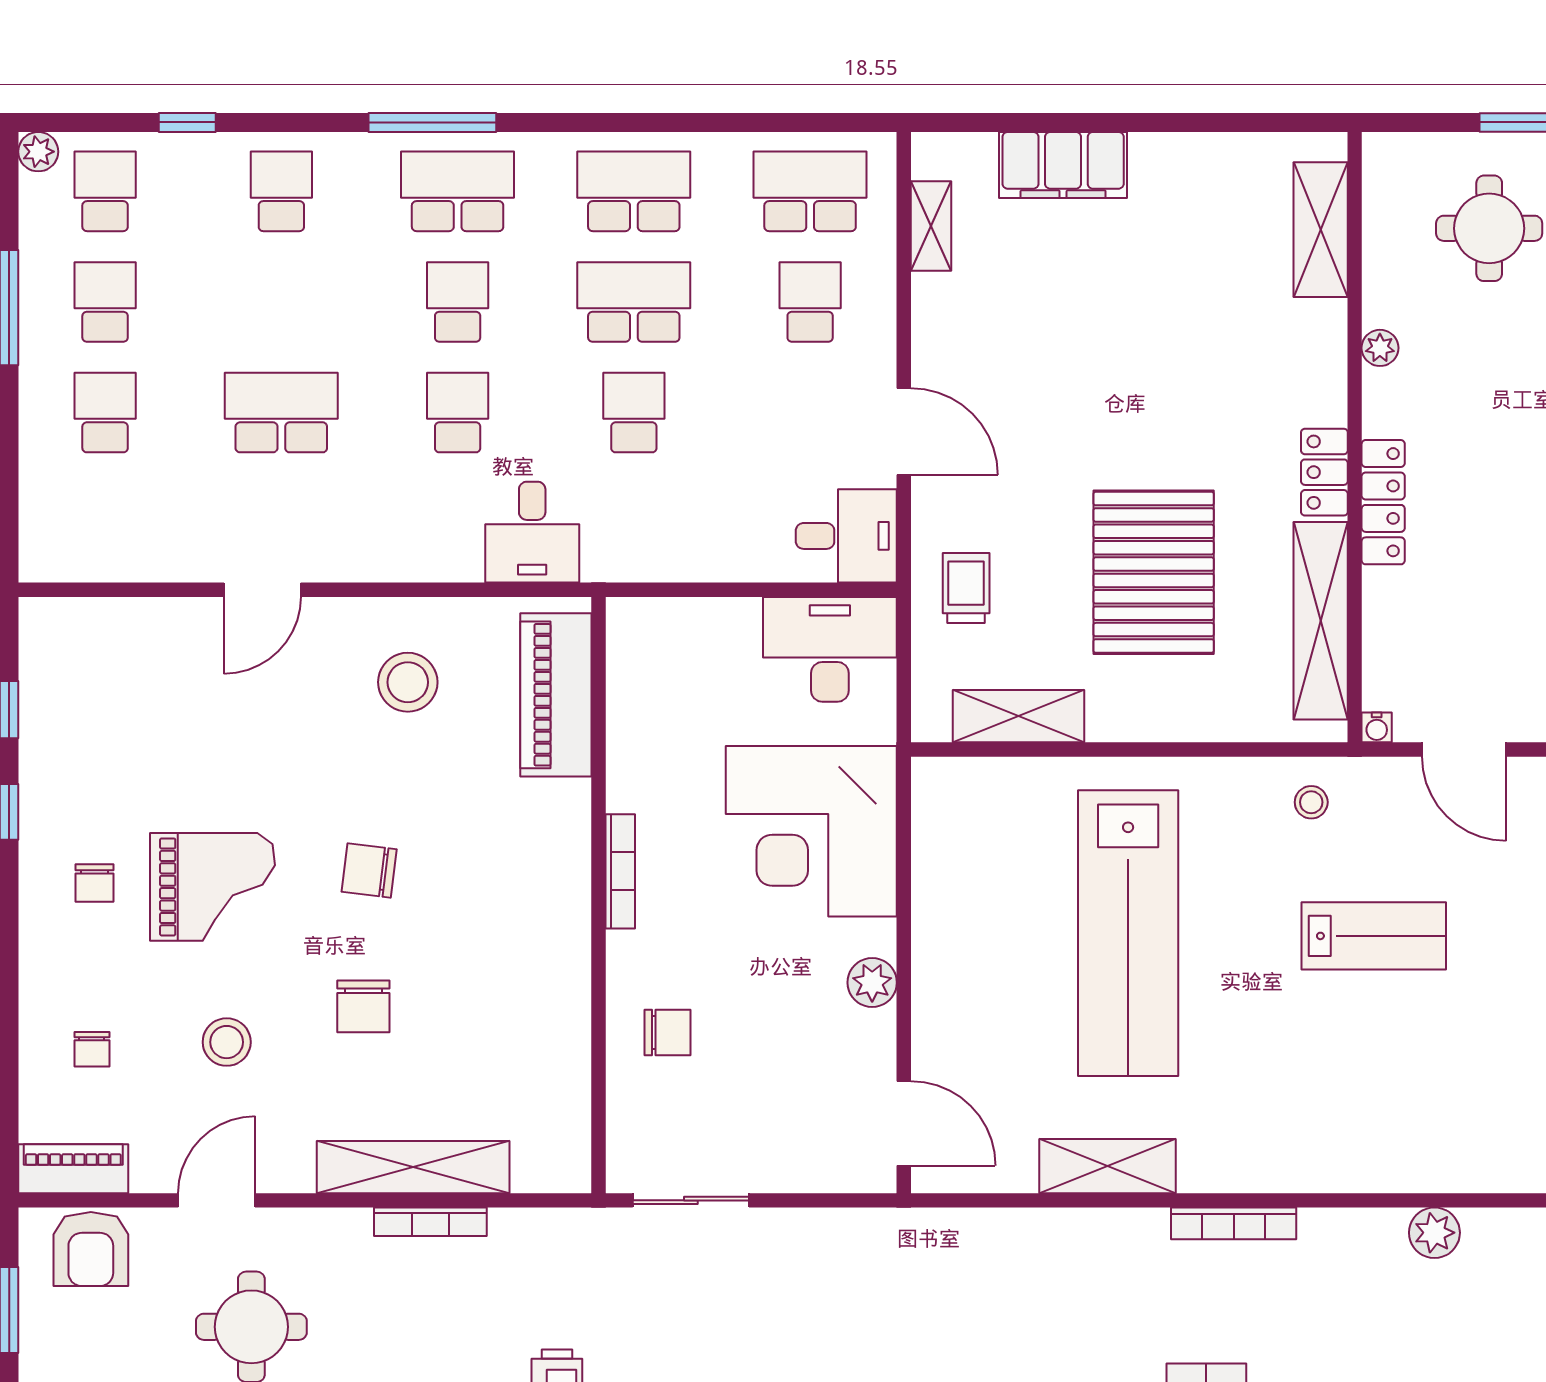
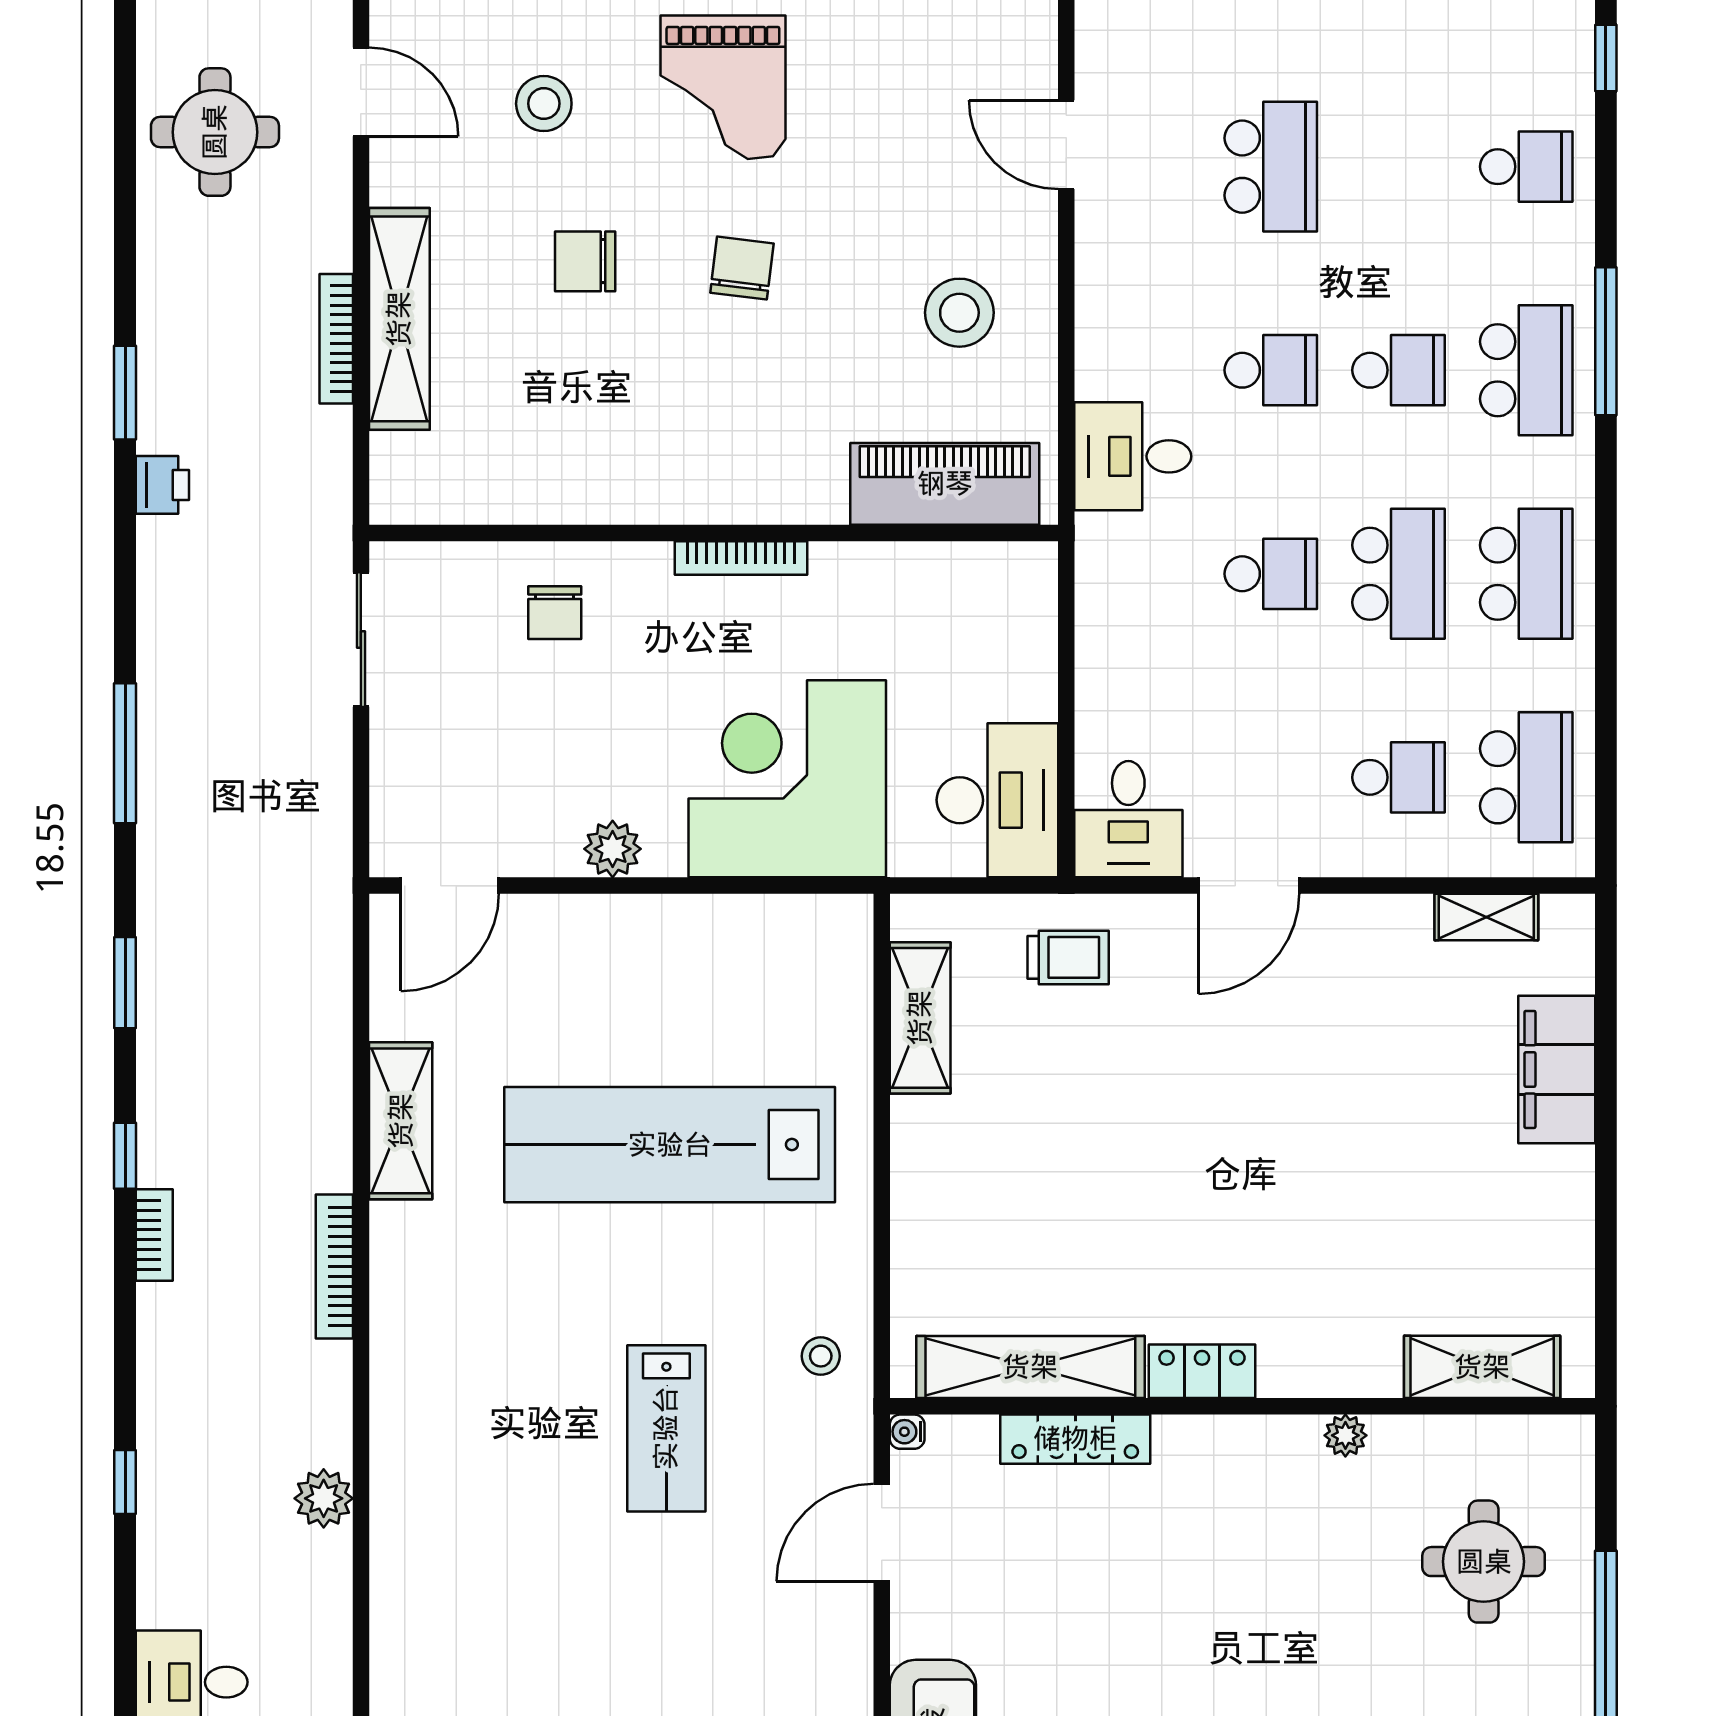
locker: (1383, 502) -> (1075, 1439), moved
pallet: (1154, 572) -> (1086, 1174), removed

